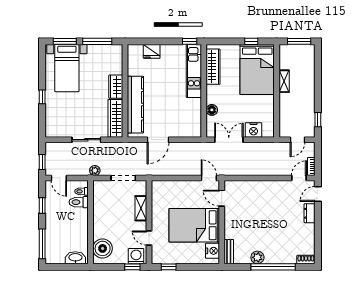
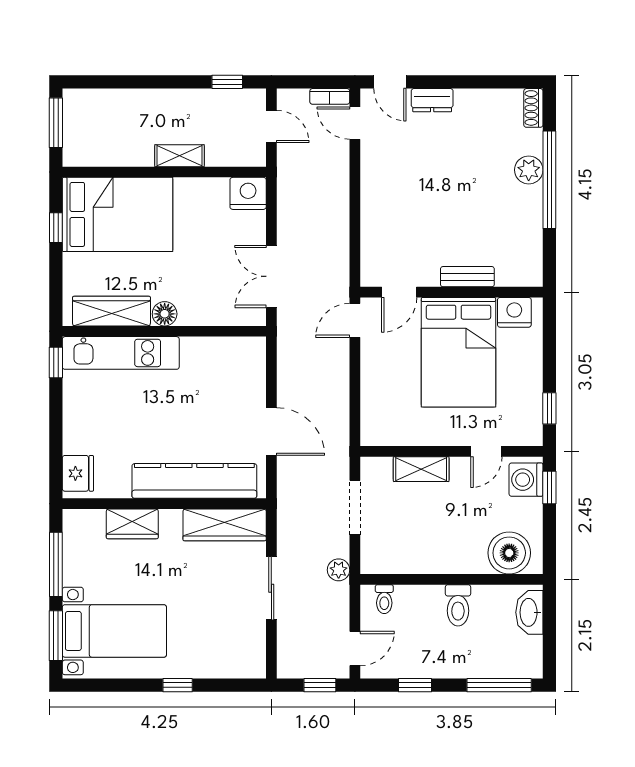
fridge: (152, 51) -> (78, 473), moved
shelving: (284, 81) -> (179, 156), moved
wardrobe: (116, 87) -> (132, 524), moved
floor lamp: (212, 110) -> (165, 314), moved
nightstand: (254, 130) -> (248, 193), moved, turned -90
toilet: (79, 202) -> (458, 605), moved
bench: (229, 252) -> (467, 277), moved
plant: (257, 257) -> (529, 170), moved

